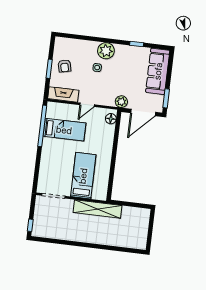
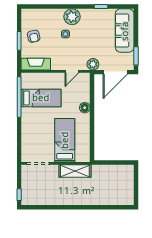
door: (87, 105) -> (72, 71), moved
floor lamp: (111, 119) -> (85, 108), moved
shelving: (97, 209) -> (75, 171), width x0.68

